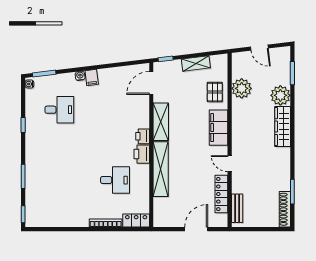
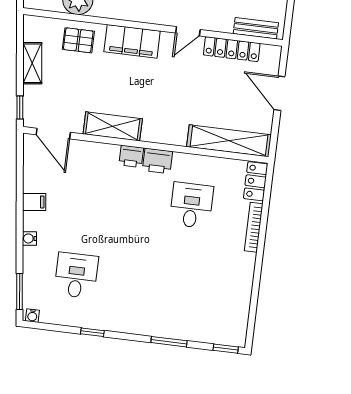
filing cabinet: (92, 78) -> (34, 202), moved
shelving: (161, 169) -> (229, 141), moved

